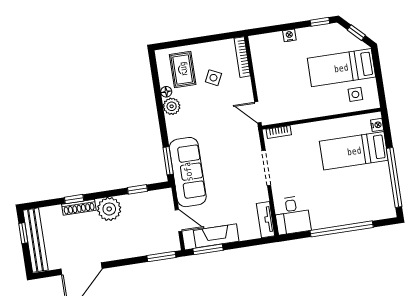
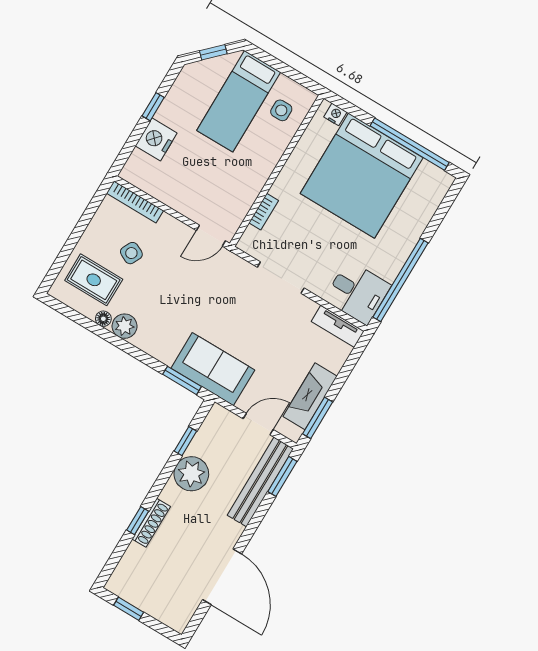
window: (320, 22) -> (153, 107), moved
nightstand: (289, 35) -> (156, 139), width x1.89, depth x1.79
bookcase: (279, 132) -> (264, 212), moved
bed: (354, 151) -> (362, 176), width x2.04
sofa: (188, 172) -> (213, 369), width x0.73
plant: (109, 209) -> (191, 474), moved
window: (342, 229) -> (400, 280), moved
bench: (35, 240) -> (260, 482), moved, turned 90

